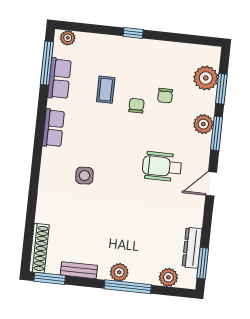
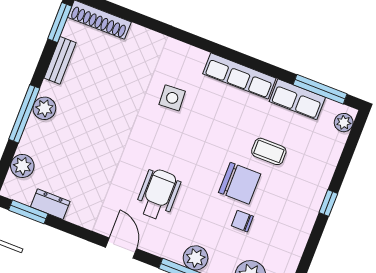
chair: (136, 106) -> (240, 183), width x1.87, depth x1.87
row of seats: (53, 128) -> (239, 76), width x1.48
dresser: (192, 248) -> (50, 204), width x0.70

